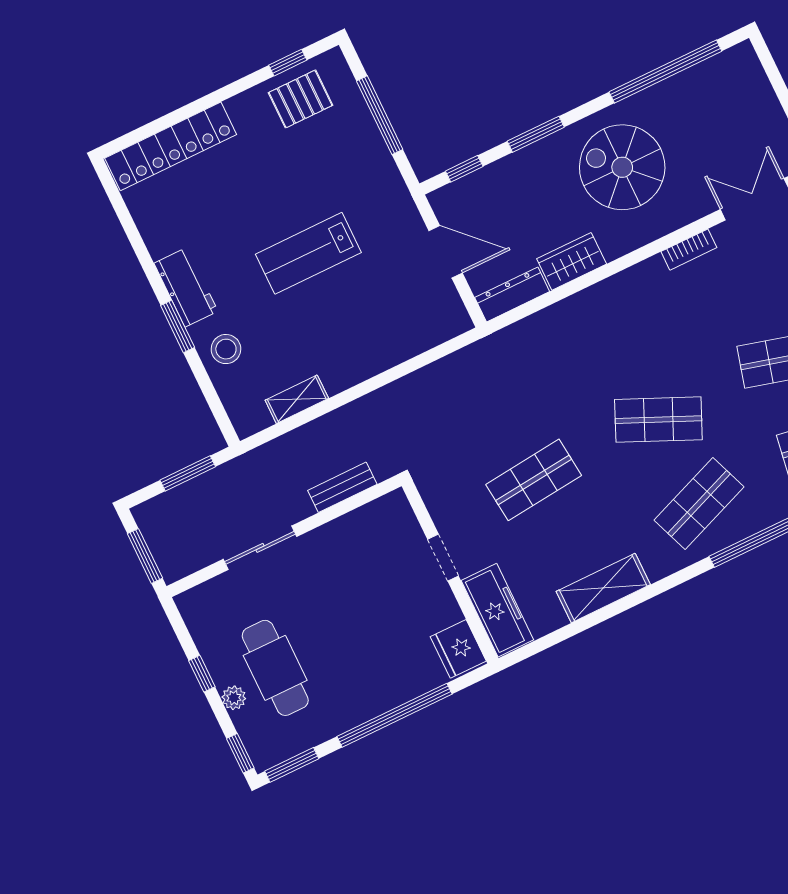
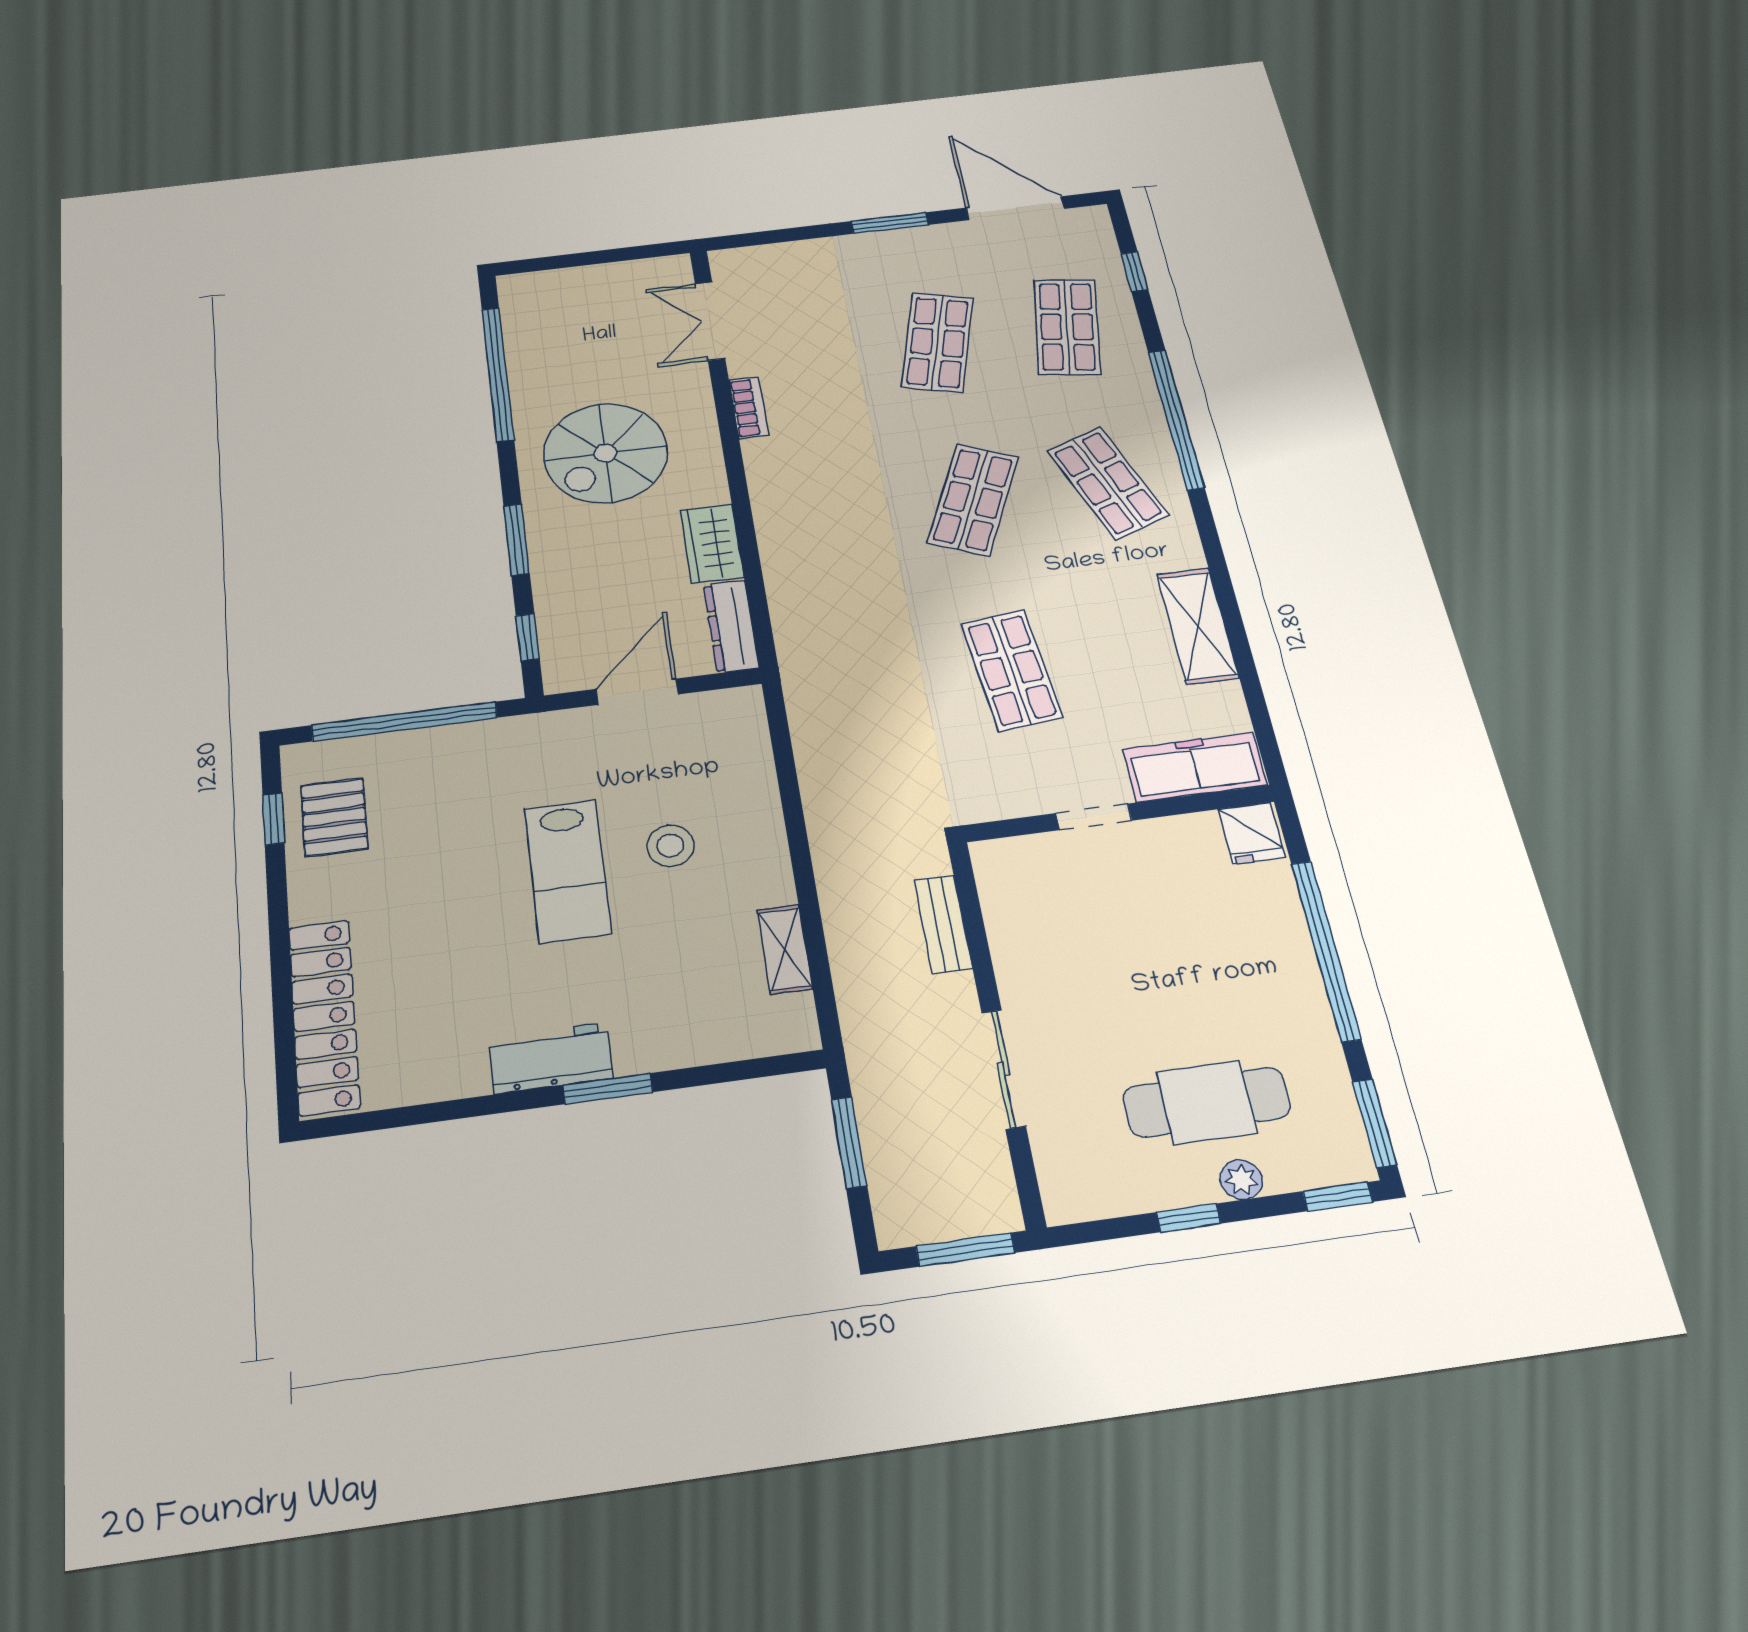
window: (380, 115) -> (404, 721), width x1.46
stool: (226, 349) -> (670, 846), moved
fridge: (458, 649) -> (1251, 833), width x0.72

